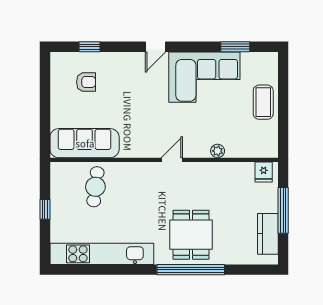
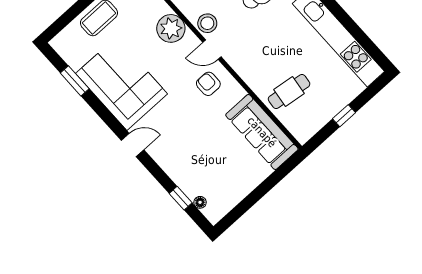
floor lamp: (75, 57) -> (200, 202), added
armchair: (86, 82) -> (208, 84), moved
plant: (218, 151) -> (171, 28), width x1.88, depth x1.88
stool: (193, 173) -> (207, 23), added

